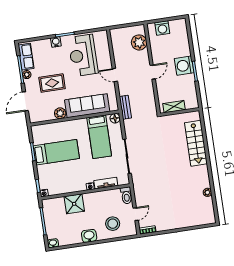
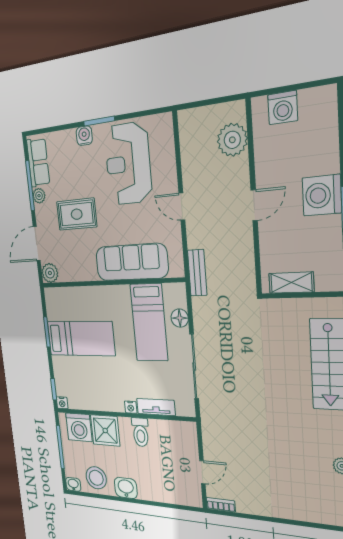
plant: (60, 113) -> (50, 273), moved
floor lamp: (115, 118) -> (180, 318), moved
toilet: (126, 195) -> (141, 432), moved
washing machine: (56, 206) -> (79, 427), added
stool: (113, 224) -> (96, 478), moved

